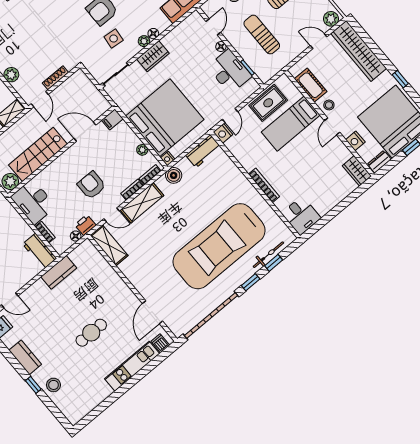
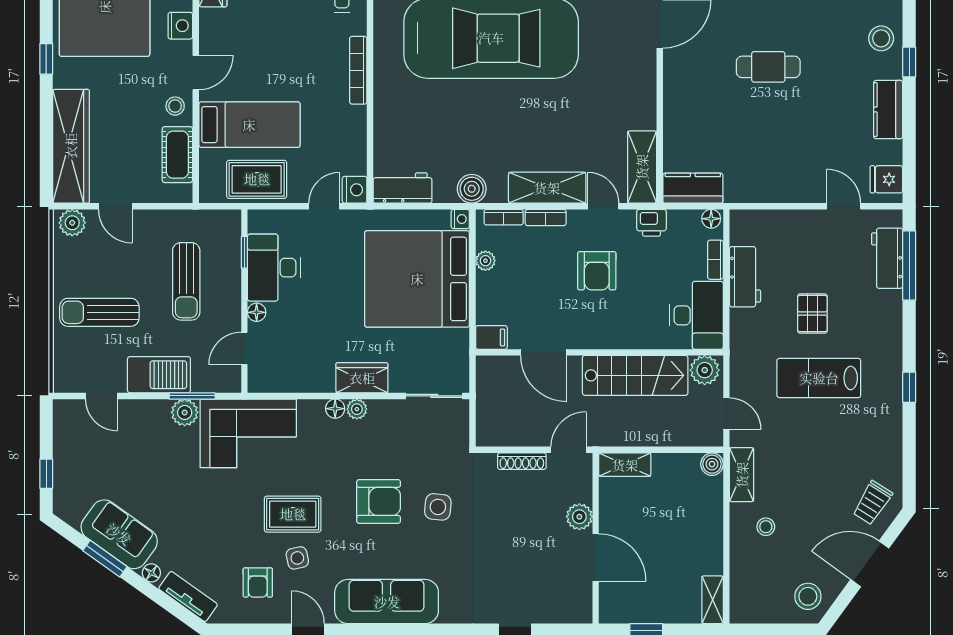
side table: (114, 39) -> (438, 507), moved
floor lamp: (76, 236) -> (711, 219), moved
workbench: (40, 251) -> (745, 277), moved
kitchen counter: (59, 272) -> (693, 188), moved

